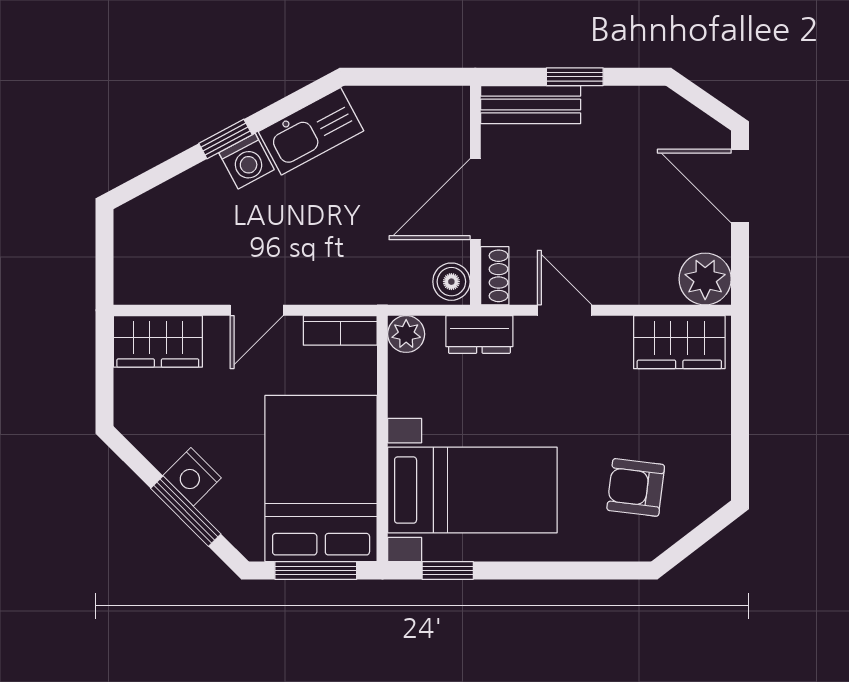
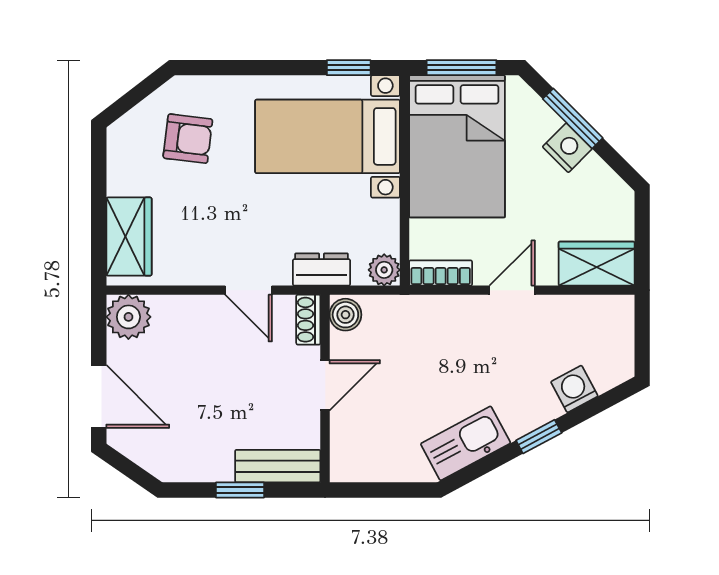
washing machine: (247, 161) -> (574, 389), moved
door: (475, 199) -> (325, 385), width x0.73
wardrobe: (679, 342) -> (129, 237), moved, turned 90

